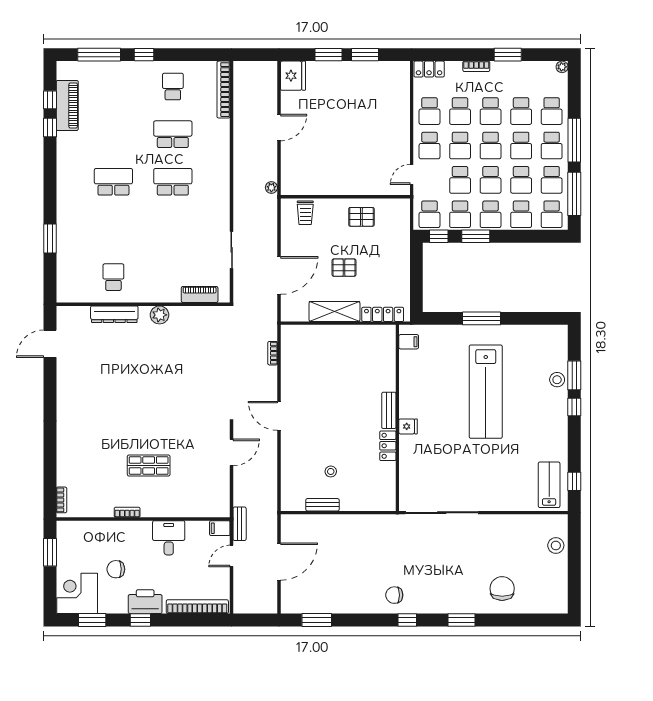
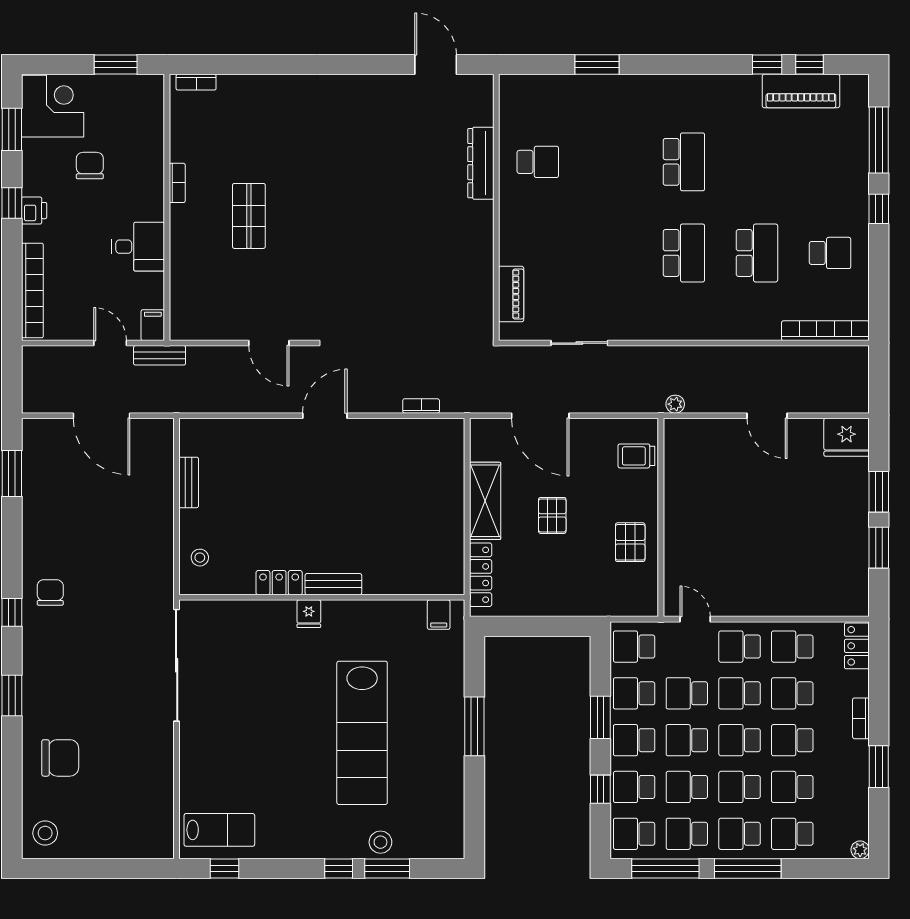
window: (439, 236) -> (600, 789), moved
plant: (160, 315) -> (480, 233), removed
lab bench: (486, 392) -> (362, 733), turned -90
stool: (331, 471) -> (200, 558), moved
stool: (556, 545) -> (45, 833), moved
printer: (145, 602) -> (34, 211), width x0.53, depth x0.68

